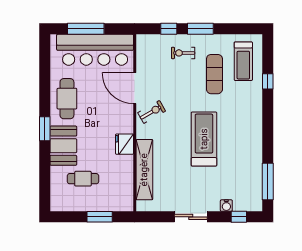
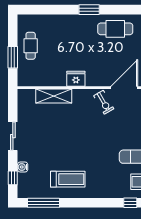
treadmill: (204, 139) -> (68, 179), moved, width x0.73, depth x0.73
booth: (63, 146) -> (74, 26), removed
shelving: (144, 170) -> (54, 96), width x0.68
cafe table: (83, 179) -> (31, 46), moved

